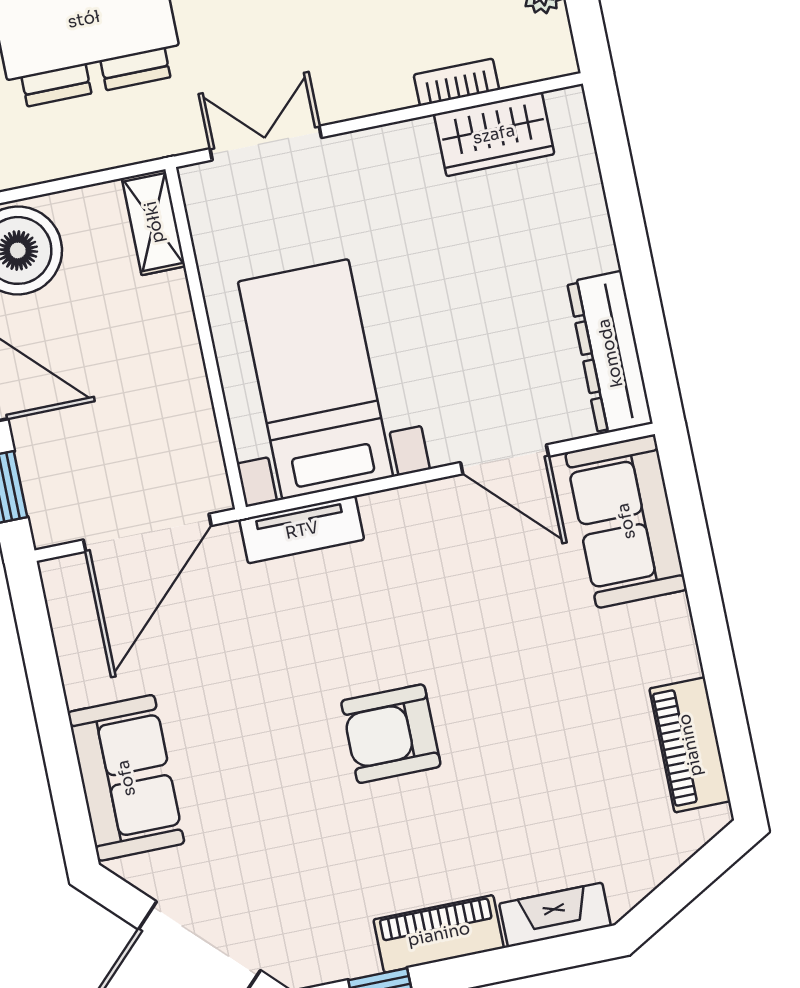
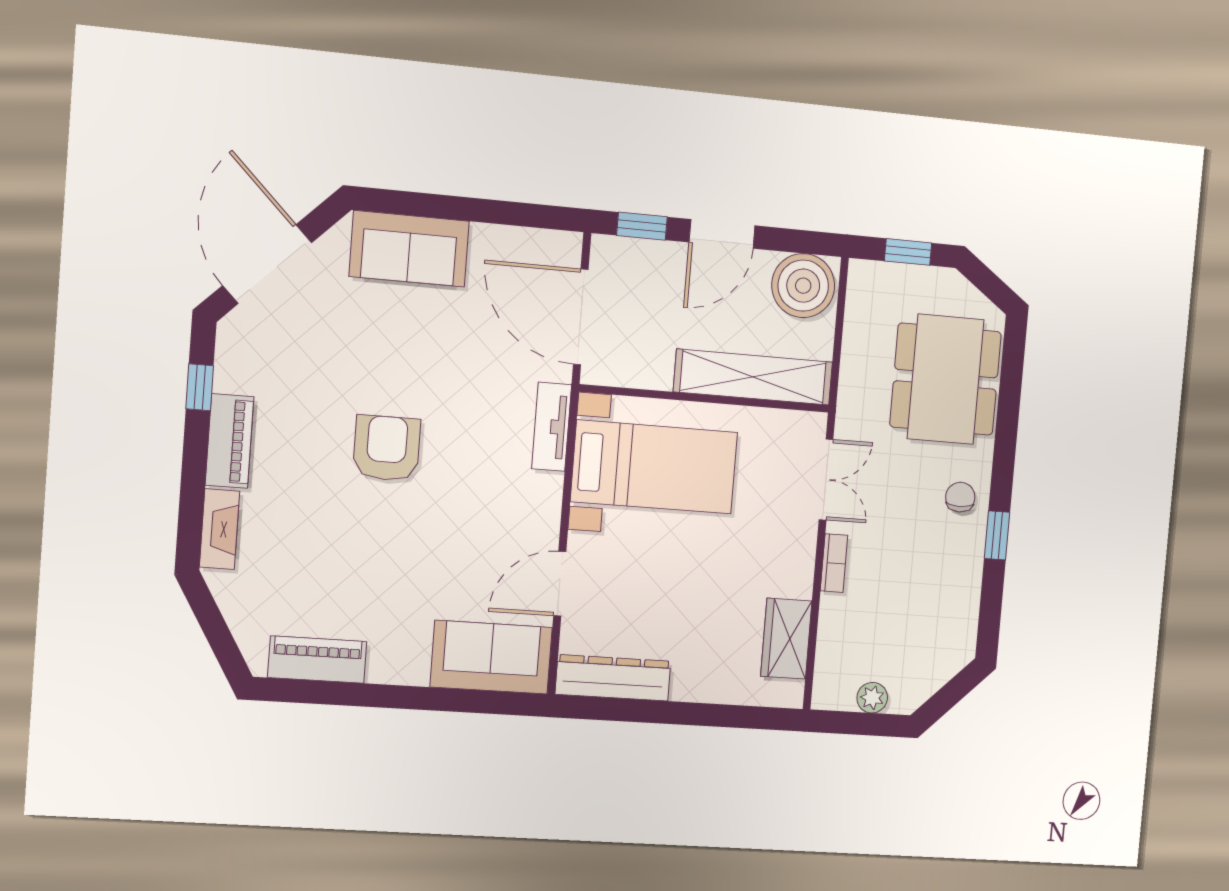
bookcase: (456, 82) -> (834, 563), moved
shelving: (154, 222) -> (753, 377), width x2.20, depth x1.33

